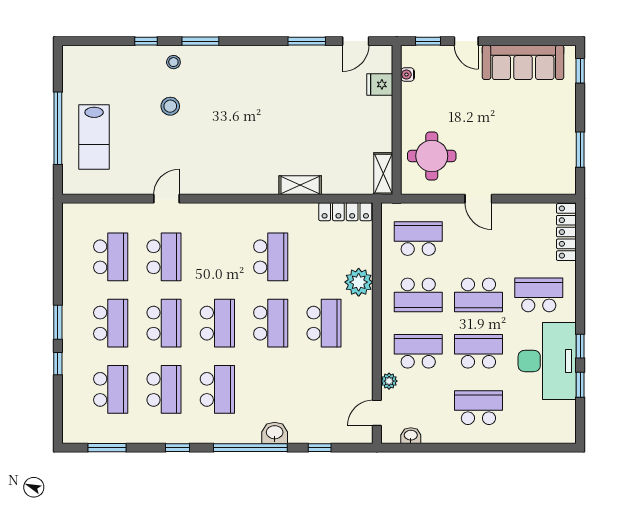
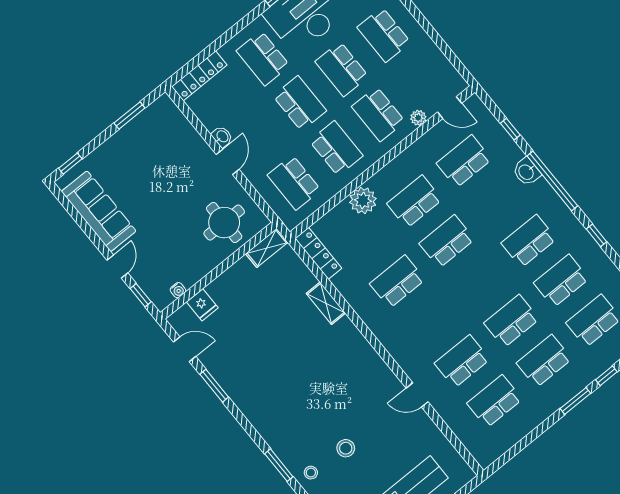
school desk: (217, 323) -> (464, 161), moved
washbasin: (411, 436) -> (222, 137), moved, turned 180

